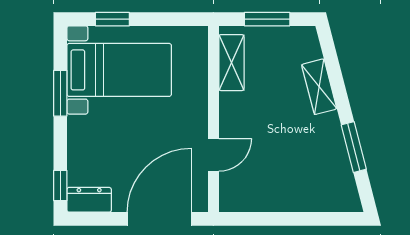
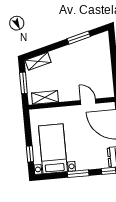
shelving: (319, 87) -> (38, 61), moved
window: (60, 93) -> (78, 174), moved

